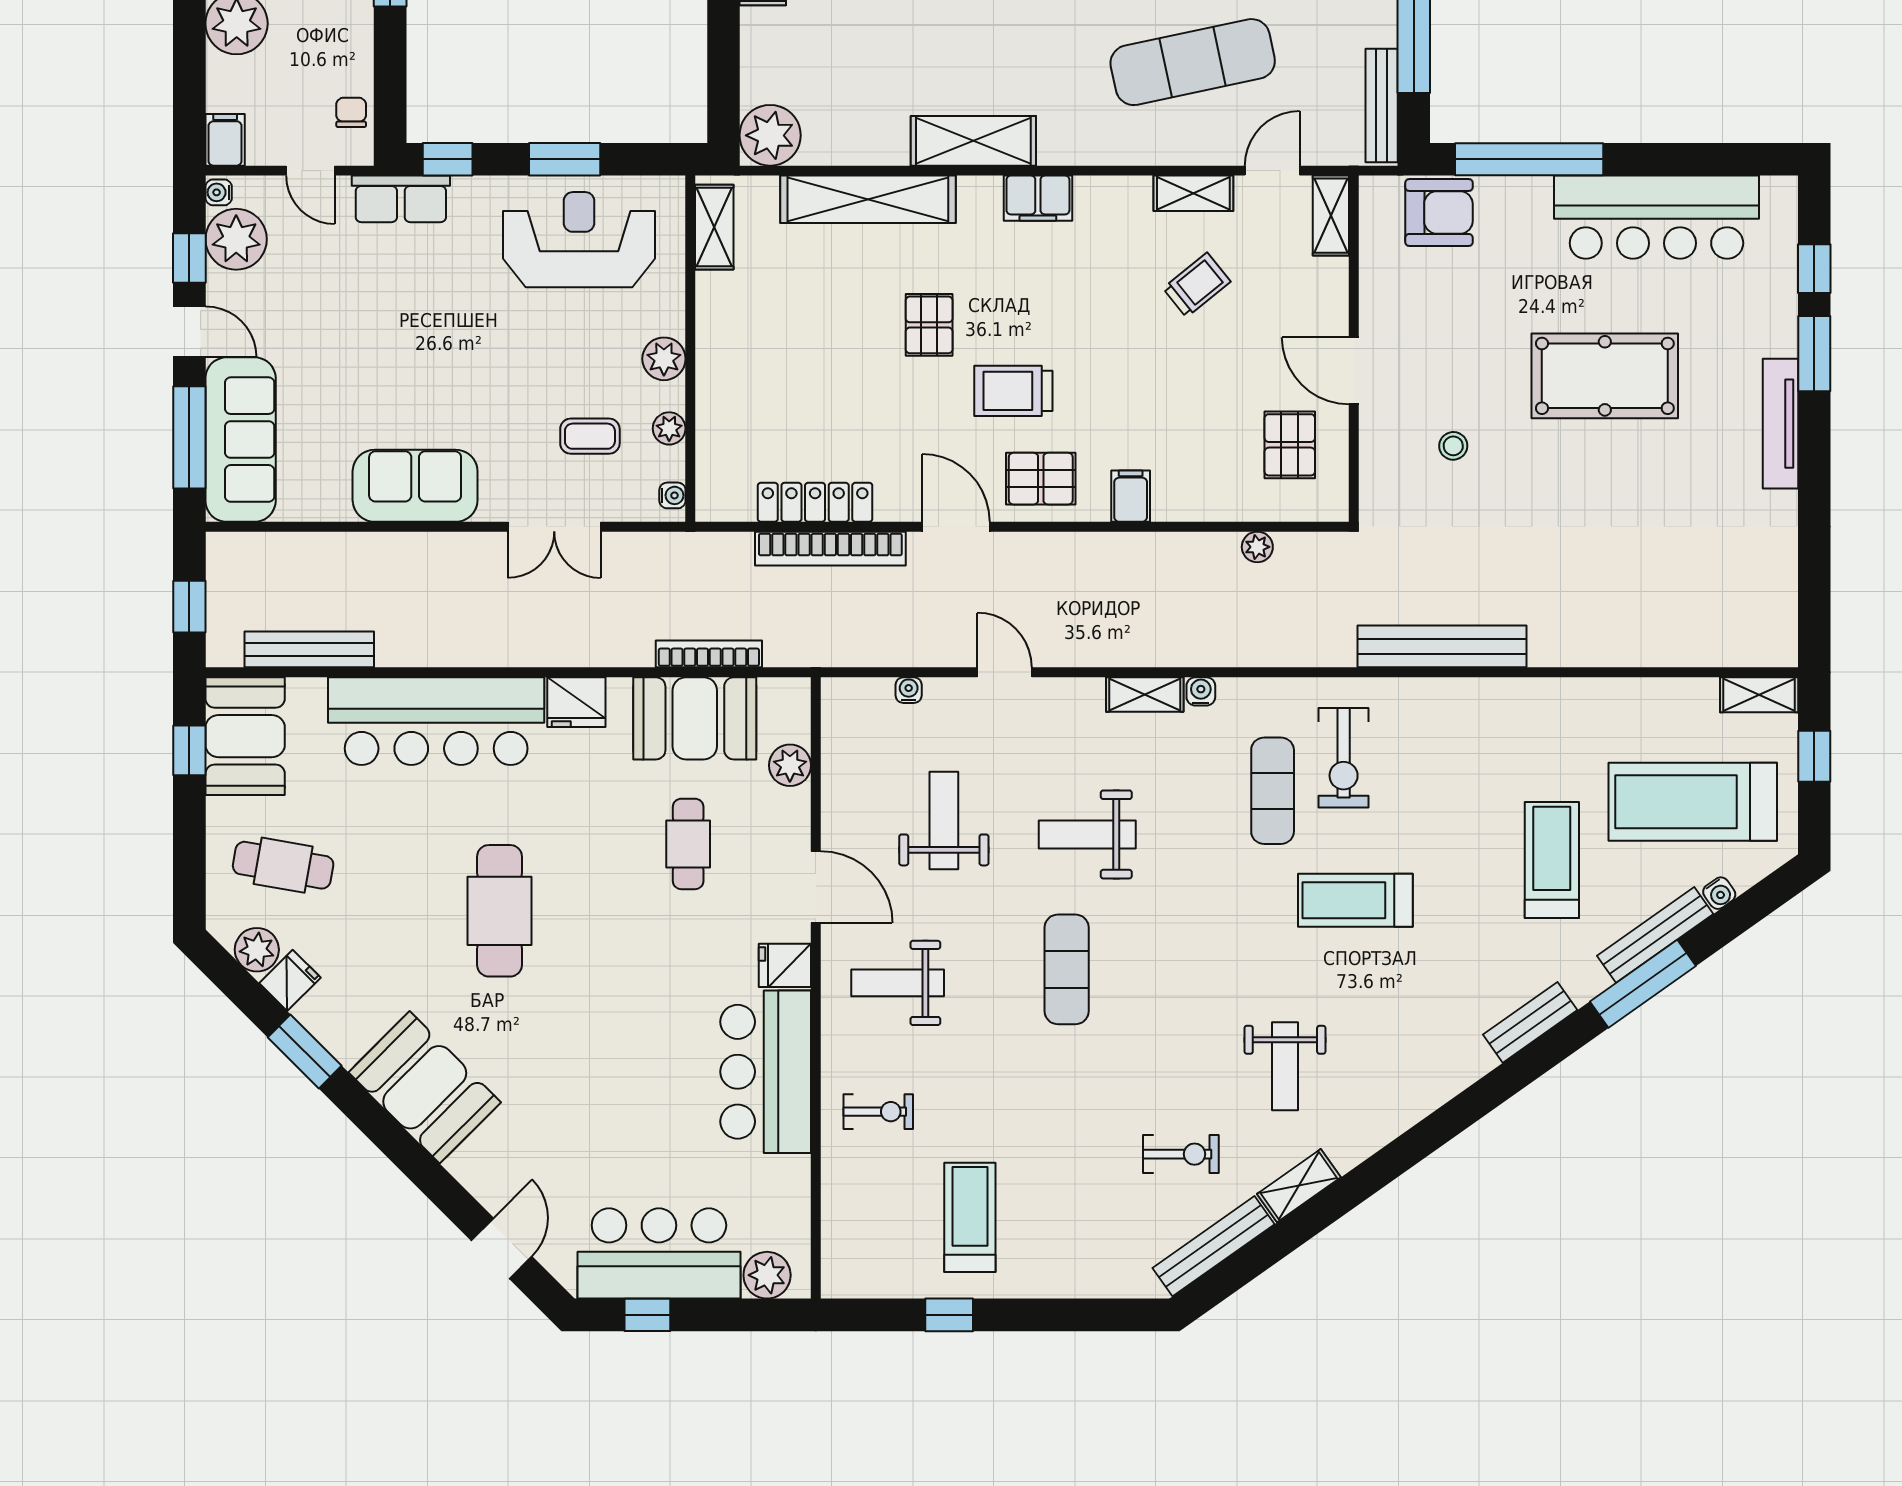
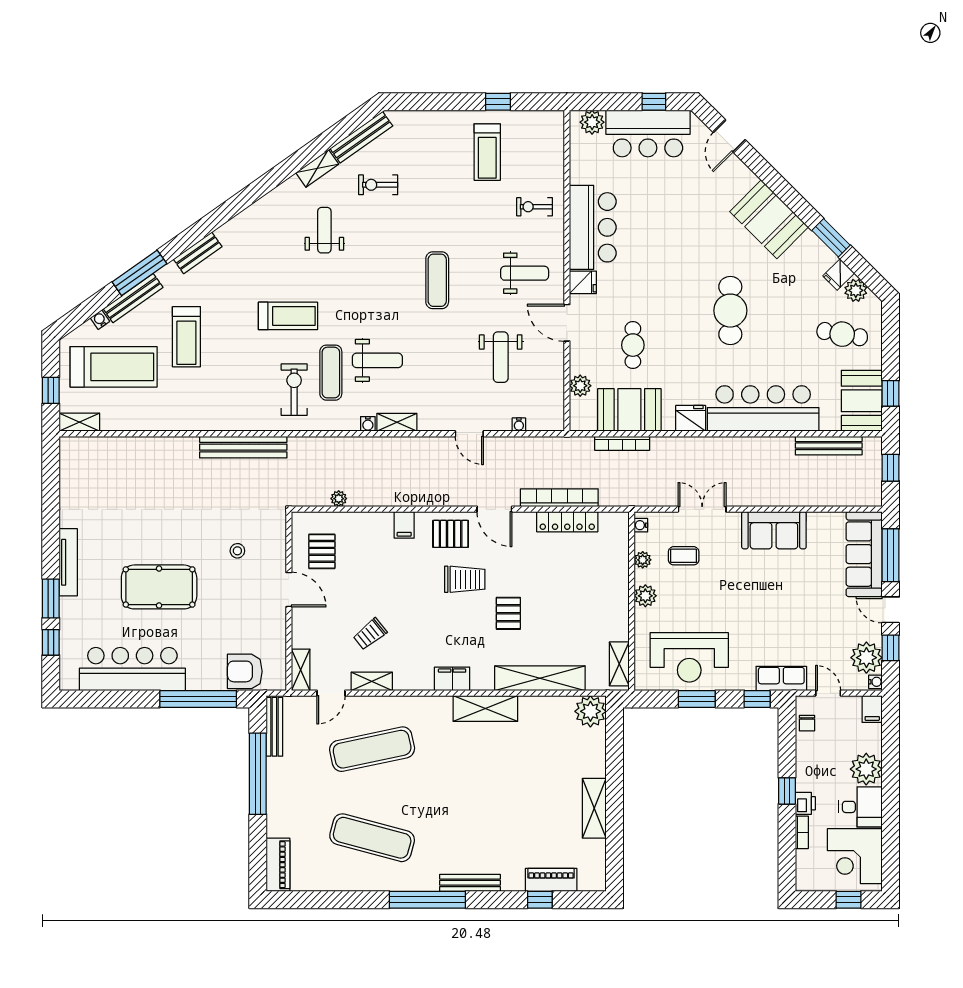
weight bench: (1087, 834) -> (377, 360), moved

